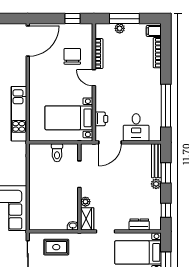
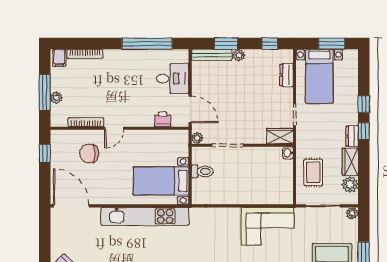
kitchen unit: (19, 114) -> (145, 216), width x1.36
bed with nightstands: (69, 118) -> (161, 181), moved, turned 90
plant: (85, 202) -> (197, 138), moved

